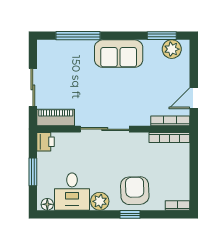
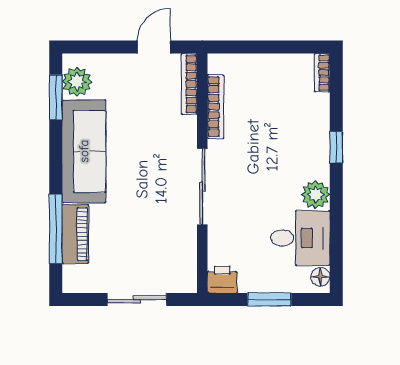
sofa: (119, 54) -> (84, 151), width x1.36
door: (194, 98) -> (154, 47), swing flipped
piano: (56, 117) -> (75, 234), moved, turned 180
bookcase: (169, 138) -> (216, 107), moved
armchair: (135, 191) -> (299, 140), removed

